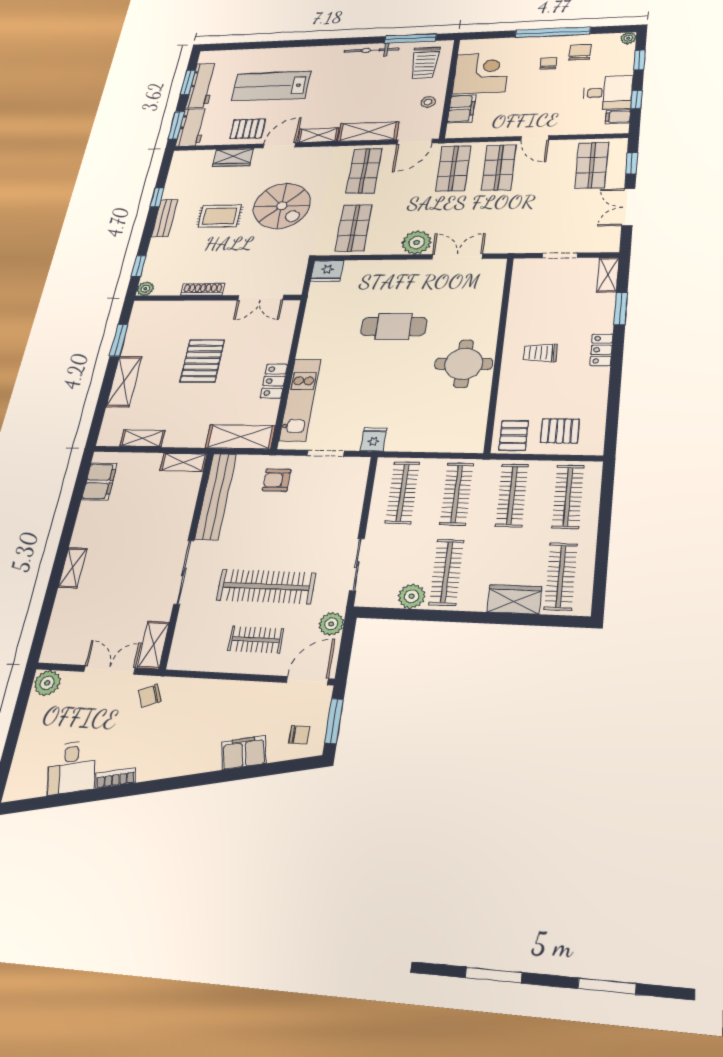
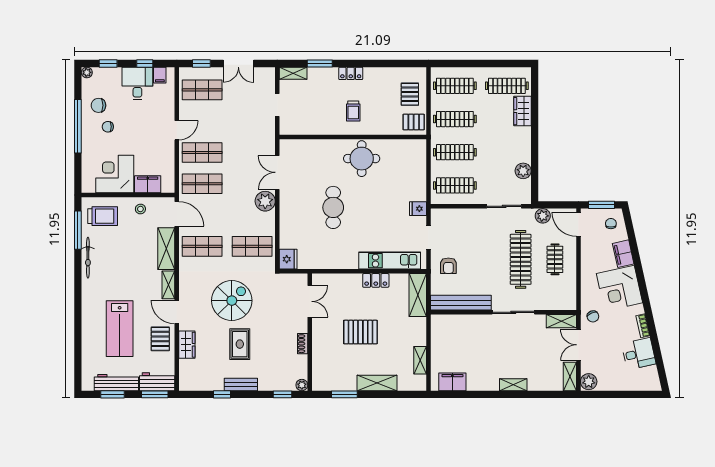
shoe rack: (203, 289) -> (303, 344), width x0.70
shelving: (183, 462) -> (570, 376), moved
clothes rail: (447, 572) -> (507, 152), removed
corner desk: (187, 742) -> (619, 288), added

